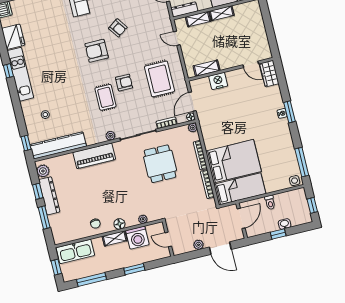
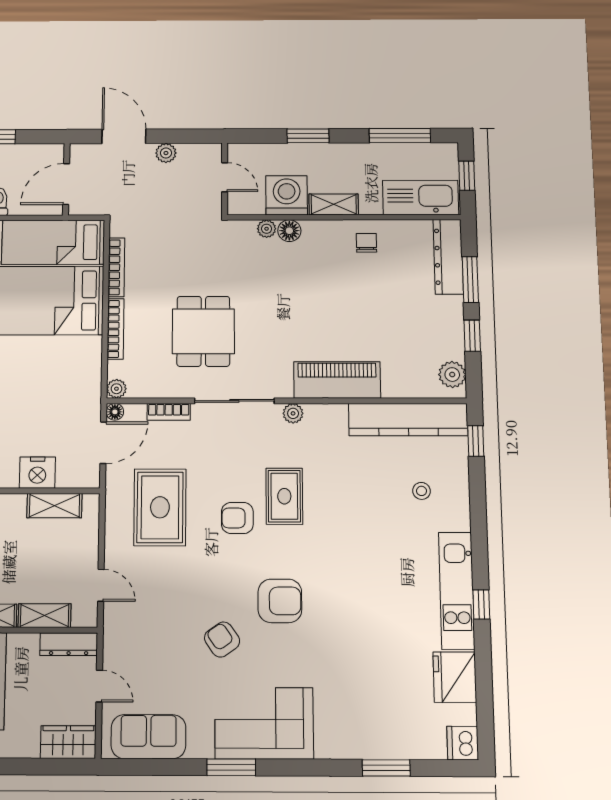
dresser: (49, 196) -> (448, 257), moved
floor lamp: (119, 224) -> (289, 231), moved

